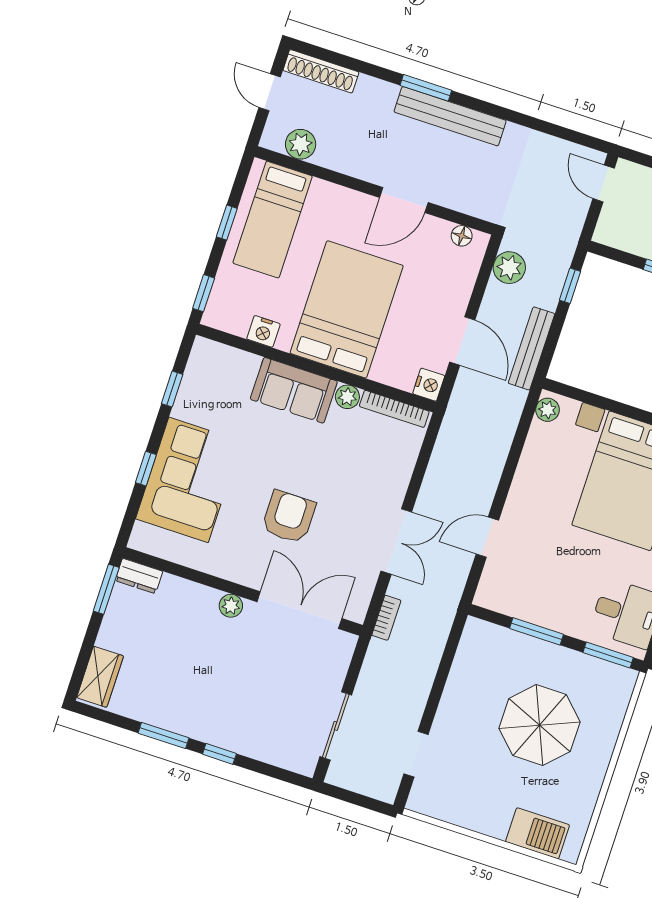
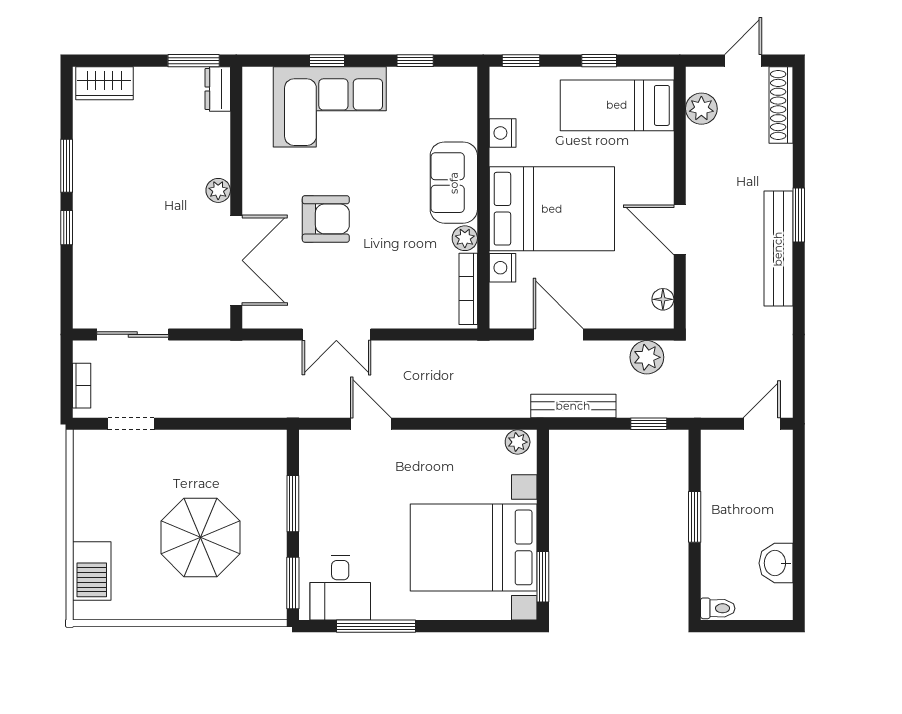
door: (462, 341) -> (558, 334), swing flipped
nightstand: (429, 385) -> (502, 268), moved, turned 90
bookcase: (386, 618) -> (82, 386), moved, turned -90

